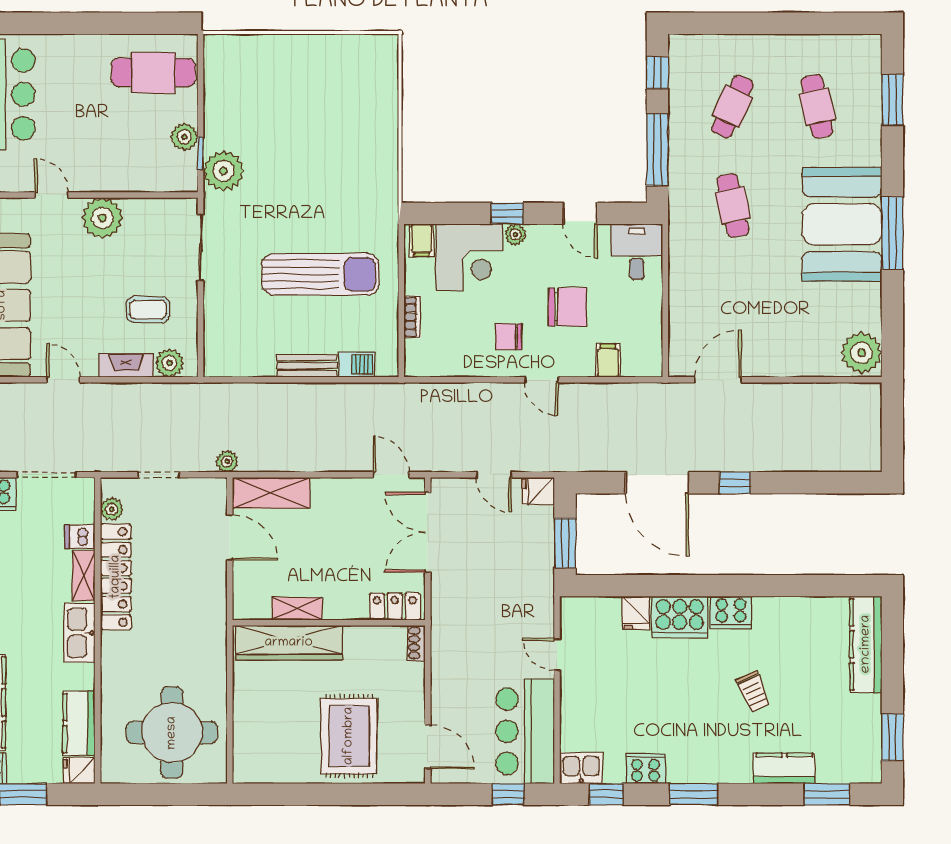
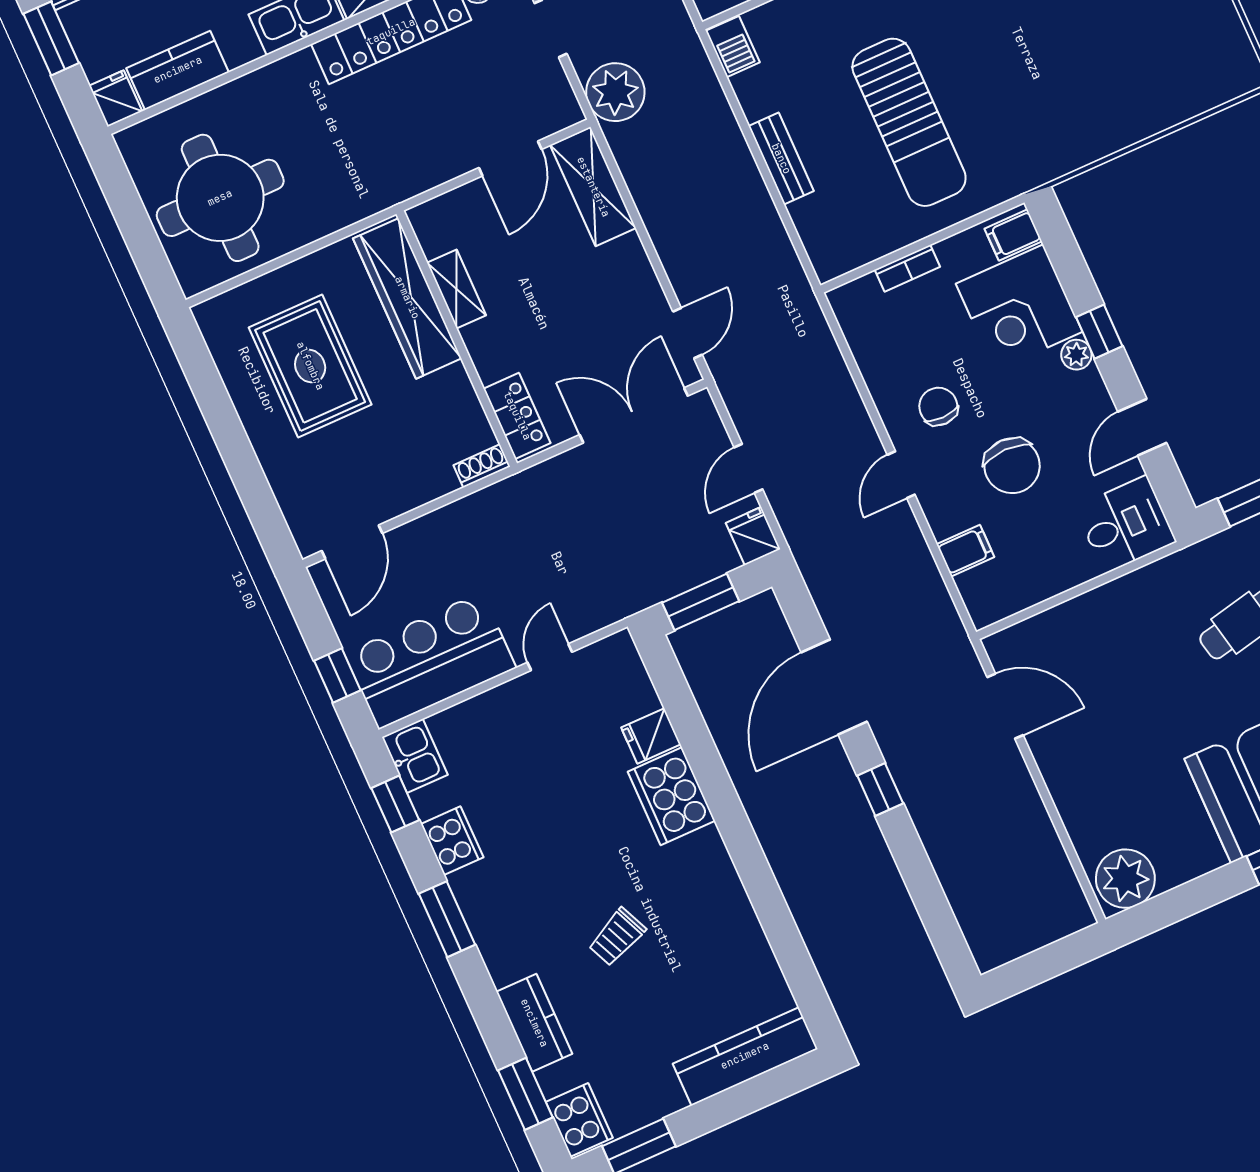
barbecue: (357, 364) -> (733, 47), moved
plant: (227, 461) -> (615, 92), width x1.88, depth x1.88
cooker: (731, 612) -> (579, 1120), moved, turned 180
rug: (349, 736) -> (310, 366), moved, turned 90

